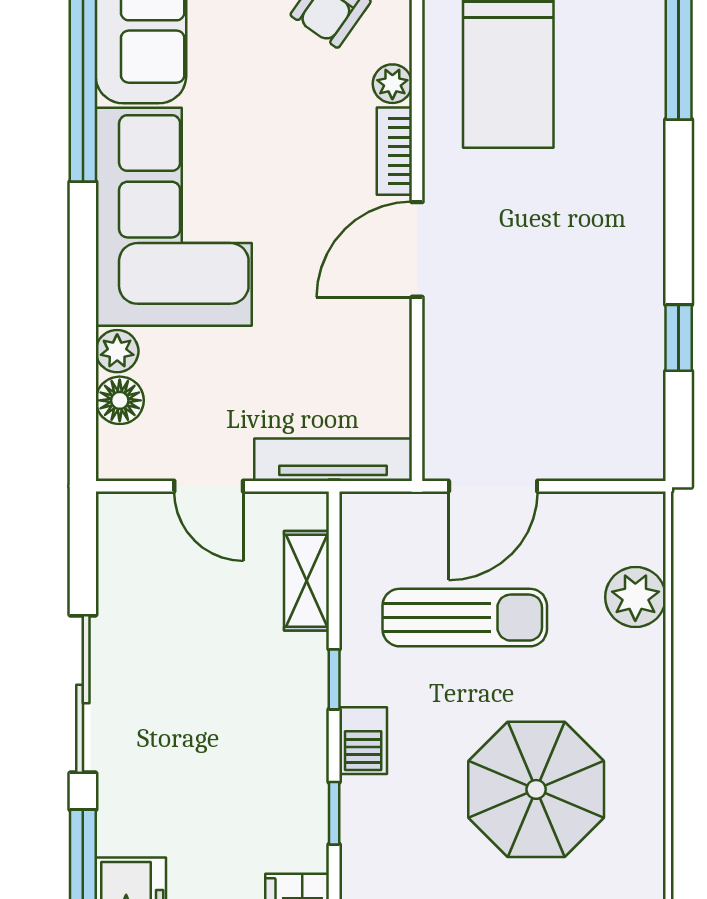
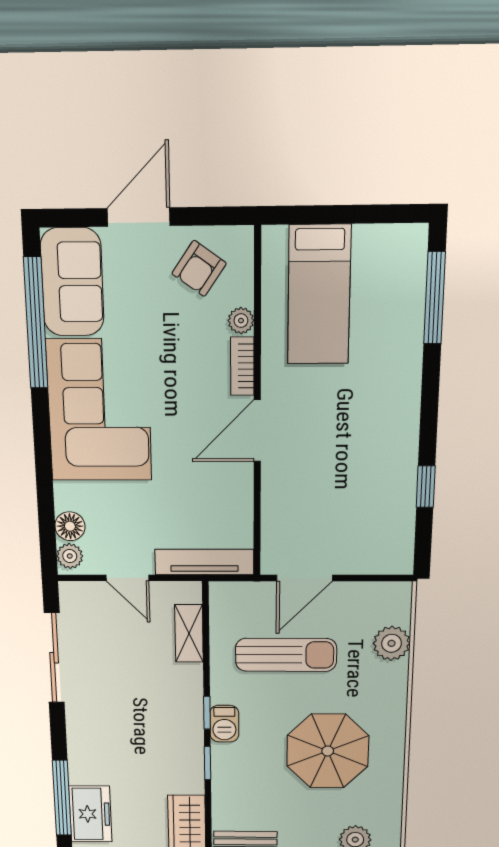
plant: (117, 351) -> (70, 556), moved
window: (334, 679) -> (207, 713), moved
sliding door: (83, 694) -> (54, 658), moved

